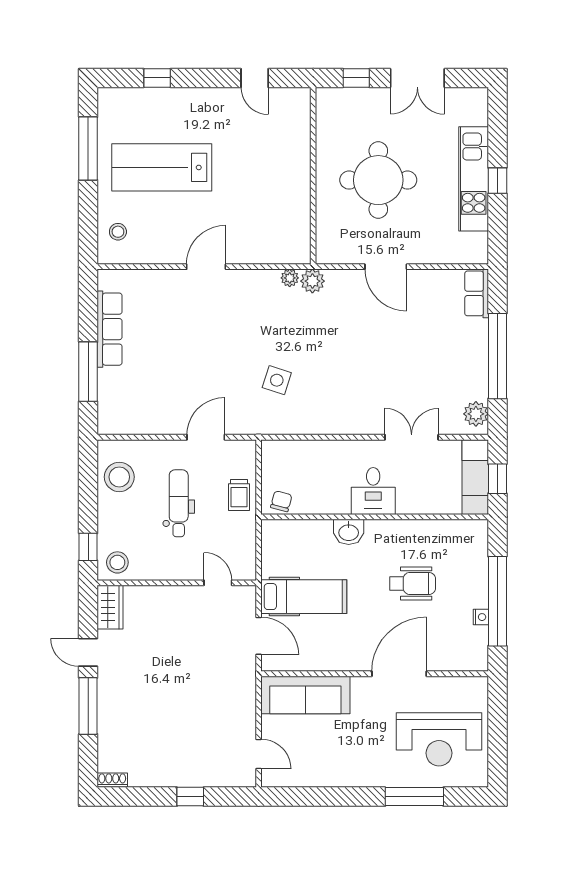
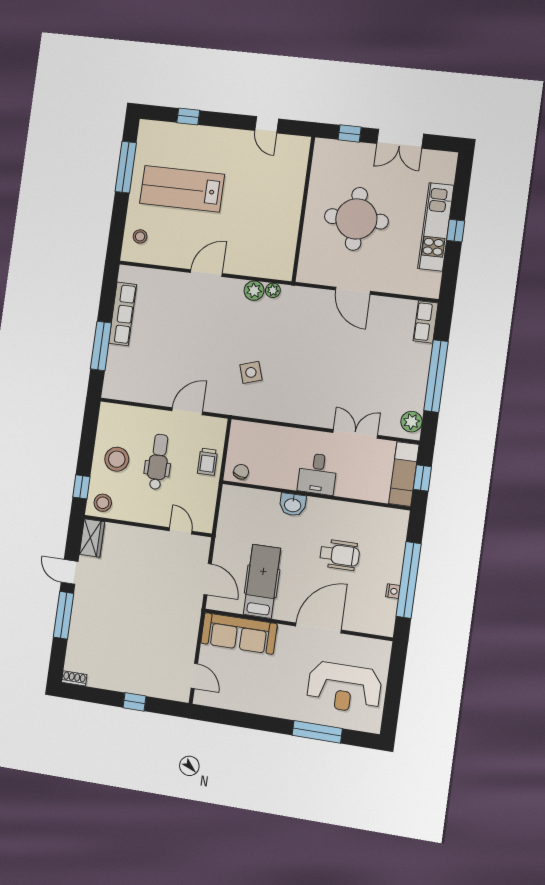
plant: (312, 281) -> (254, 291), moved
side table: (277, 380) -> (251, 372), turned -36
stool: (119, 477) -> (117, 459), moved
hospital bed: (304, 597) -> (262, 581), moved, turned -90

